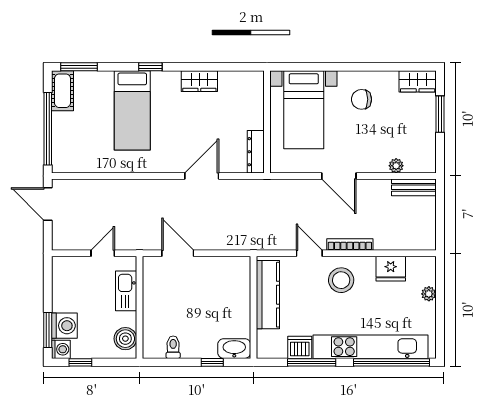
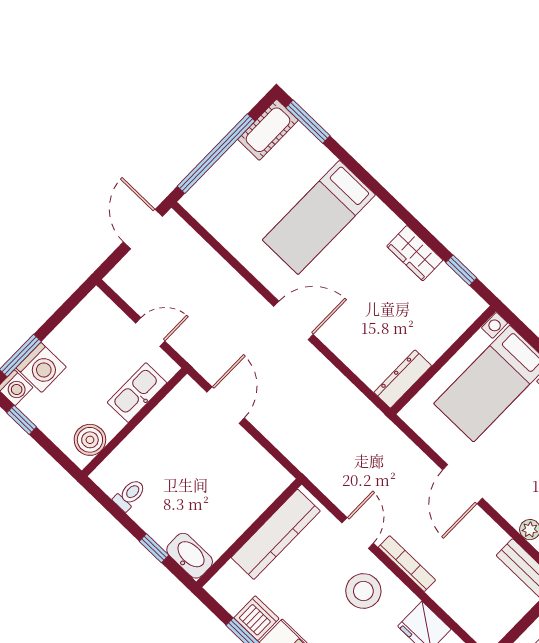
window: (150, 67) -> (461, 270), moved
door: (202, 176) -> (293, 320), moved

